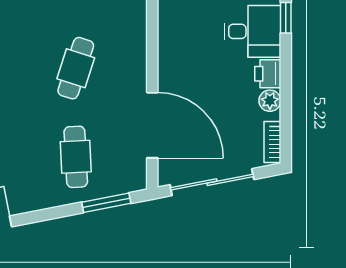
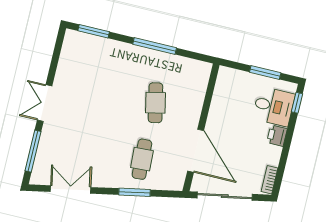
cafe table: (76, 68) -> (155, 103), turned -30
plant: (270, 101) -> (274, 153), removed
window: (106, 203) -> (134, 192), moved

